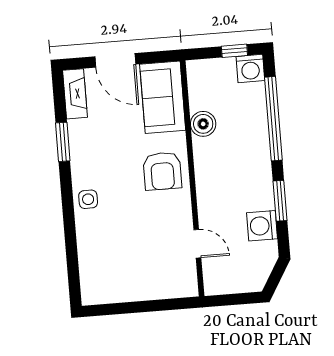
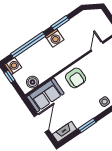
boiler: (203, 124) -> (33, 82), moved
armchair: (162, 171) -> (76, 78), turned 90
washing machine: (262, 226) -> (55, 38), moved

